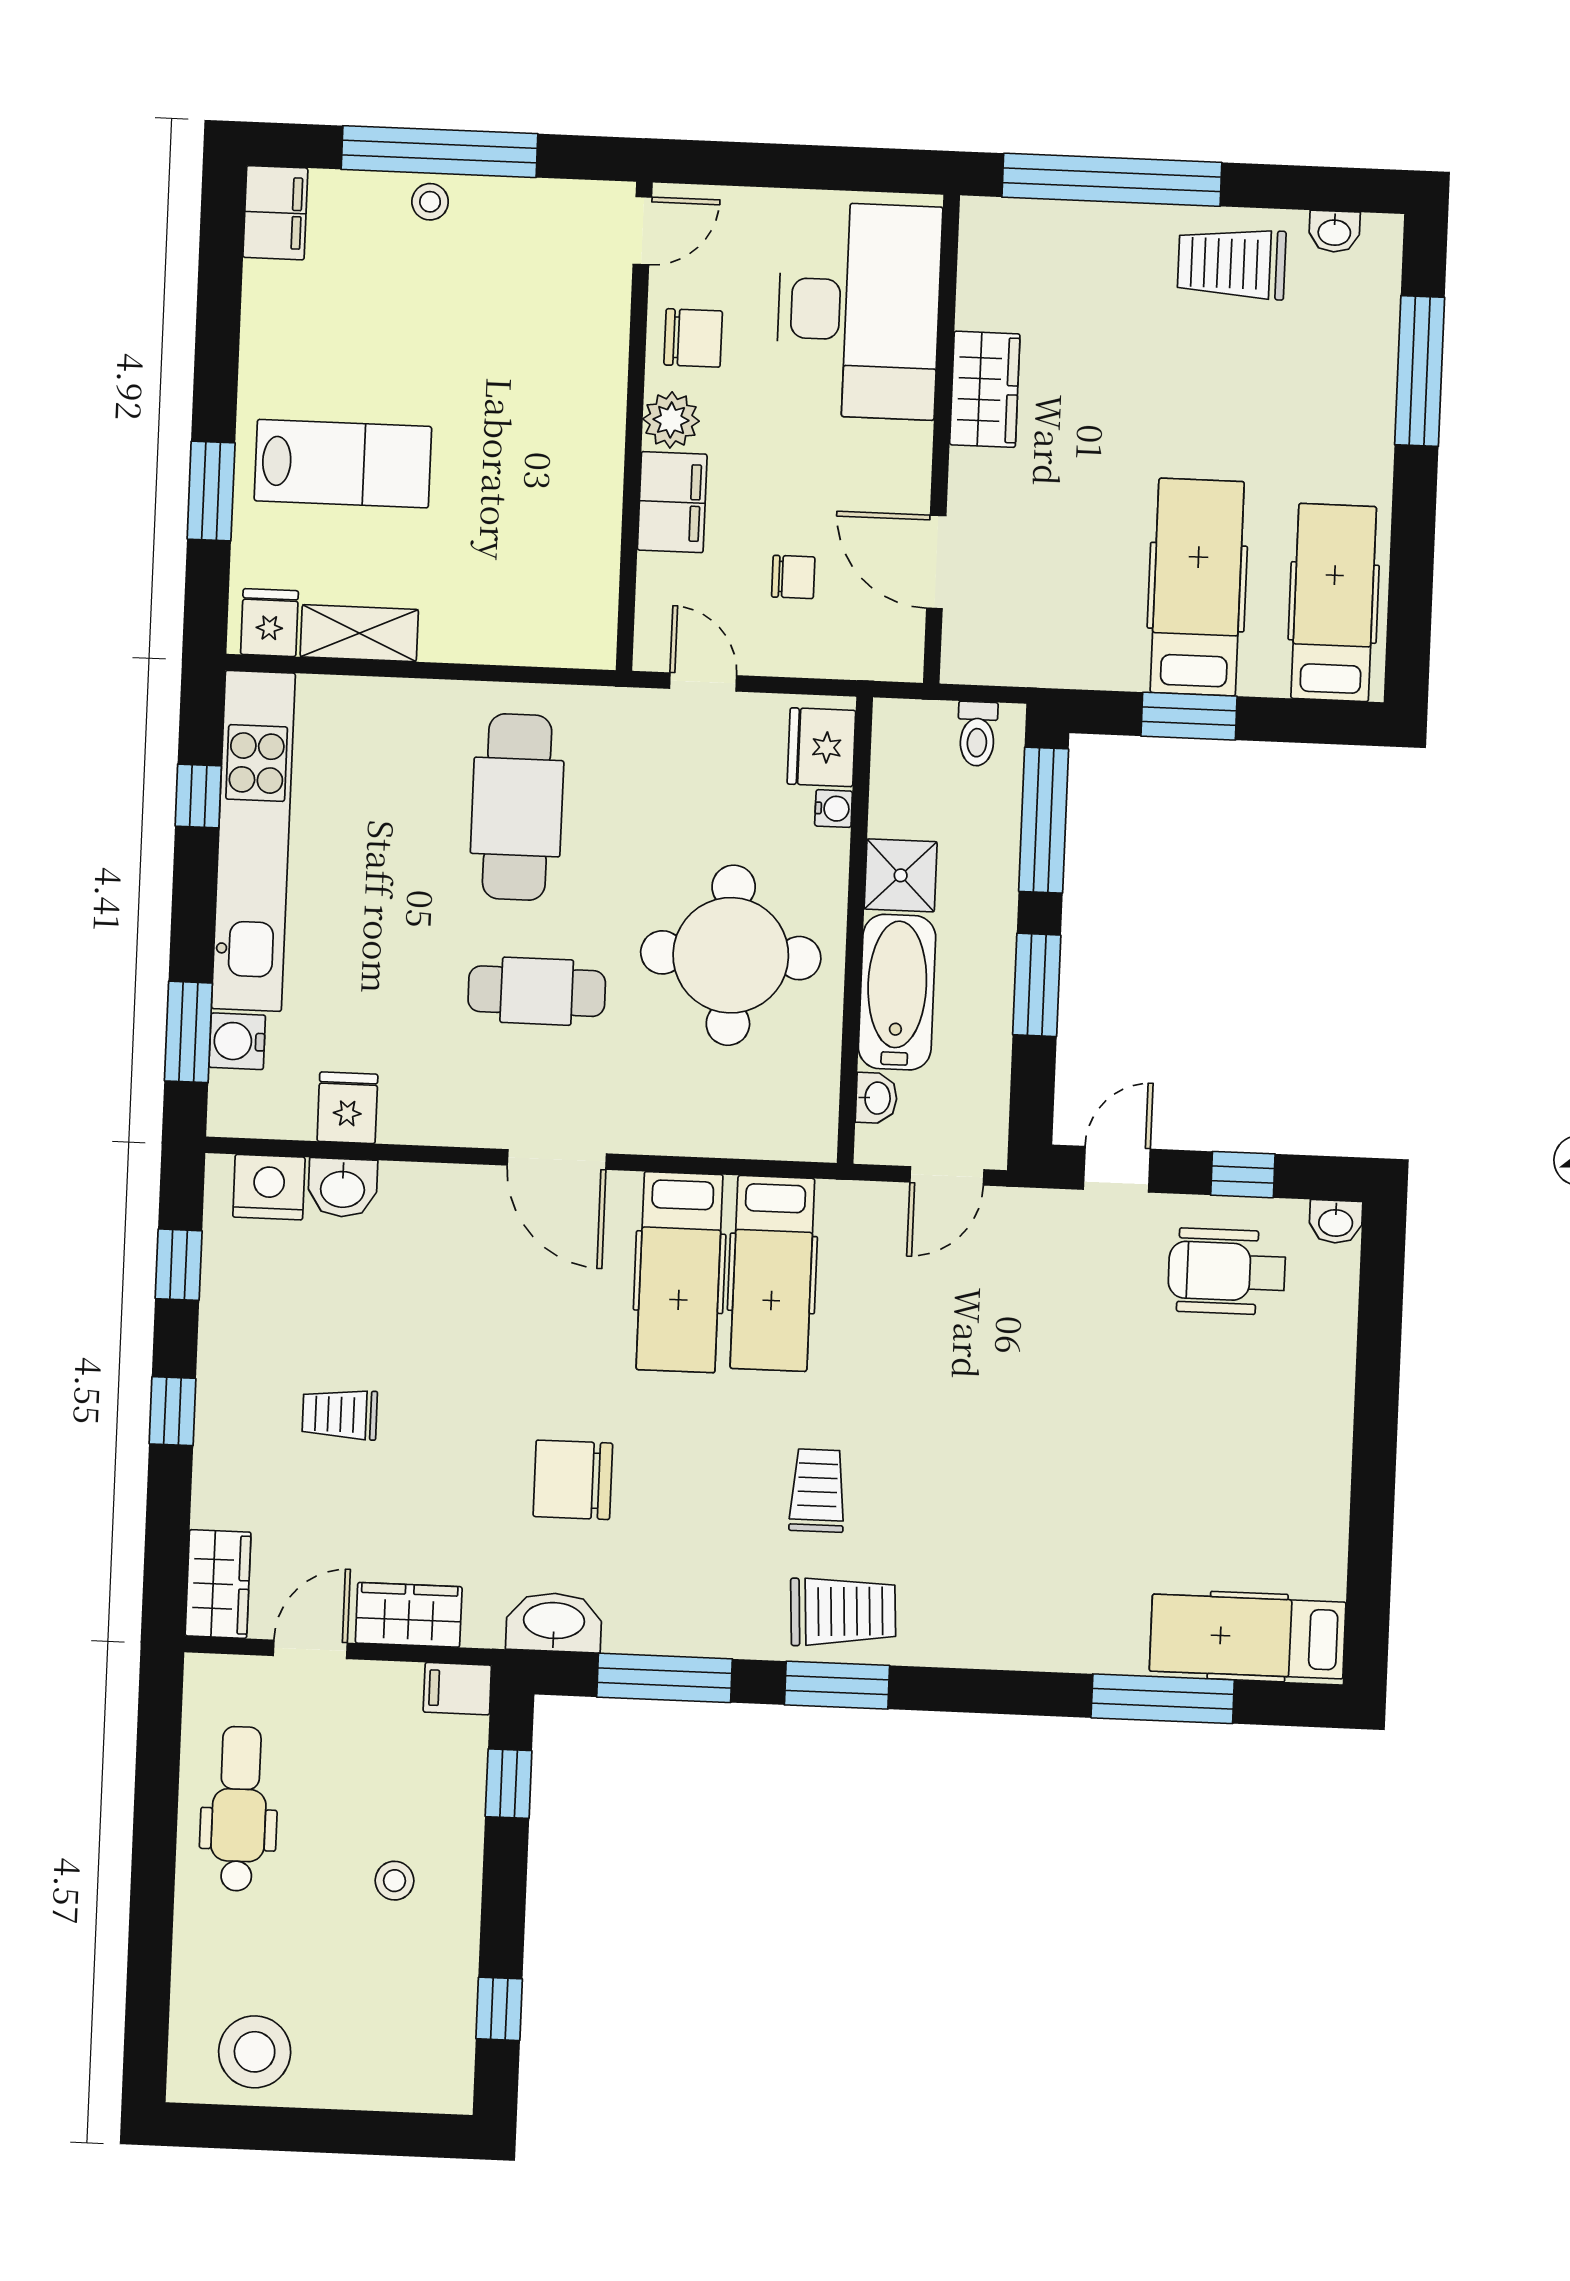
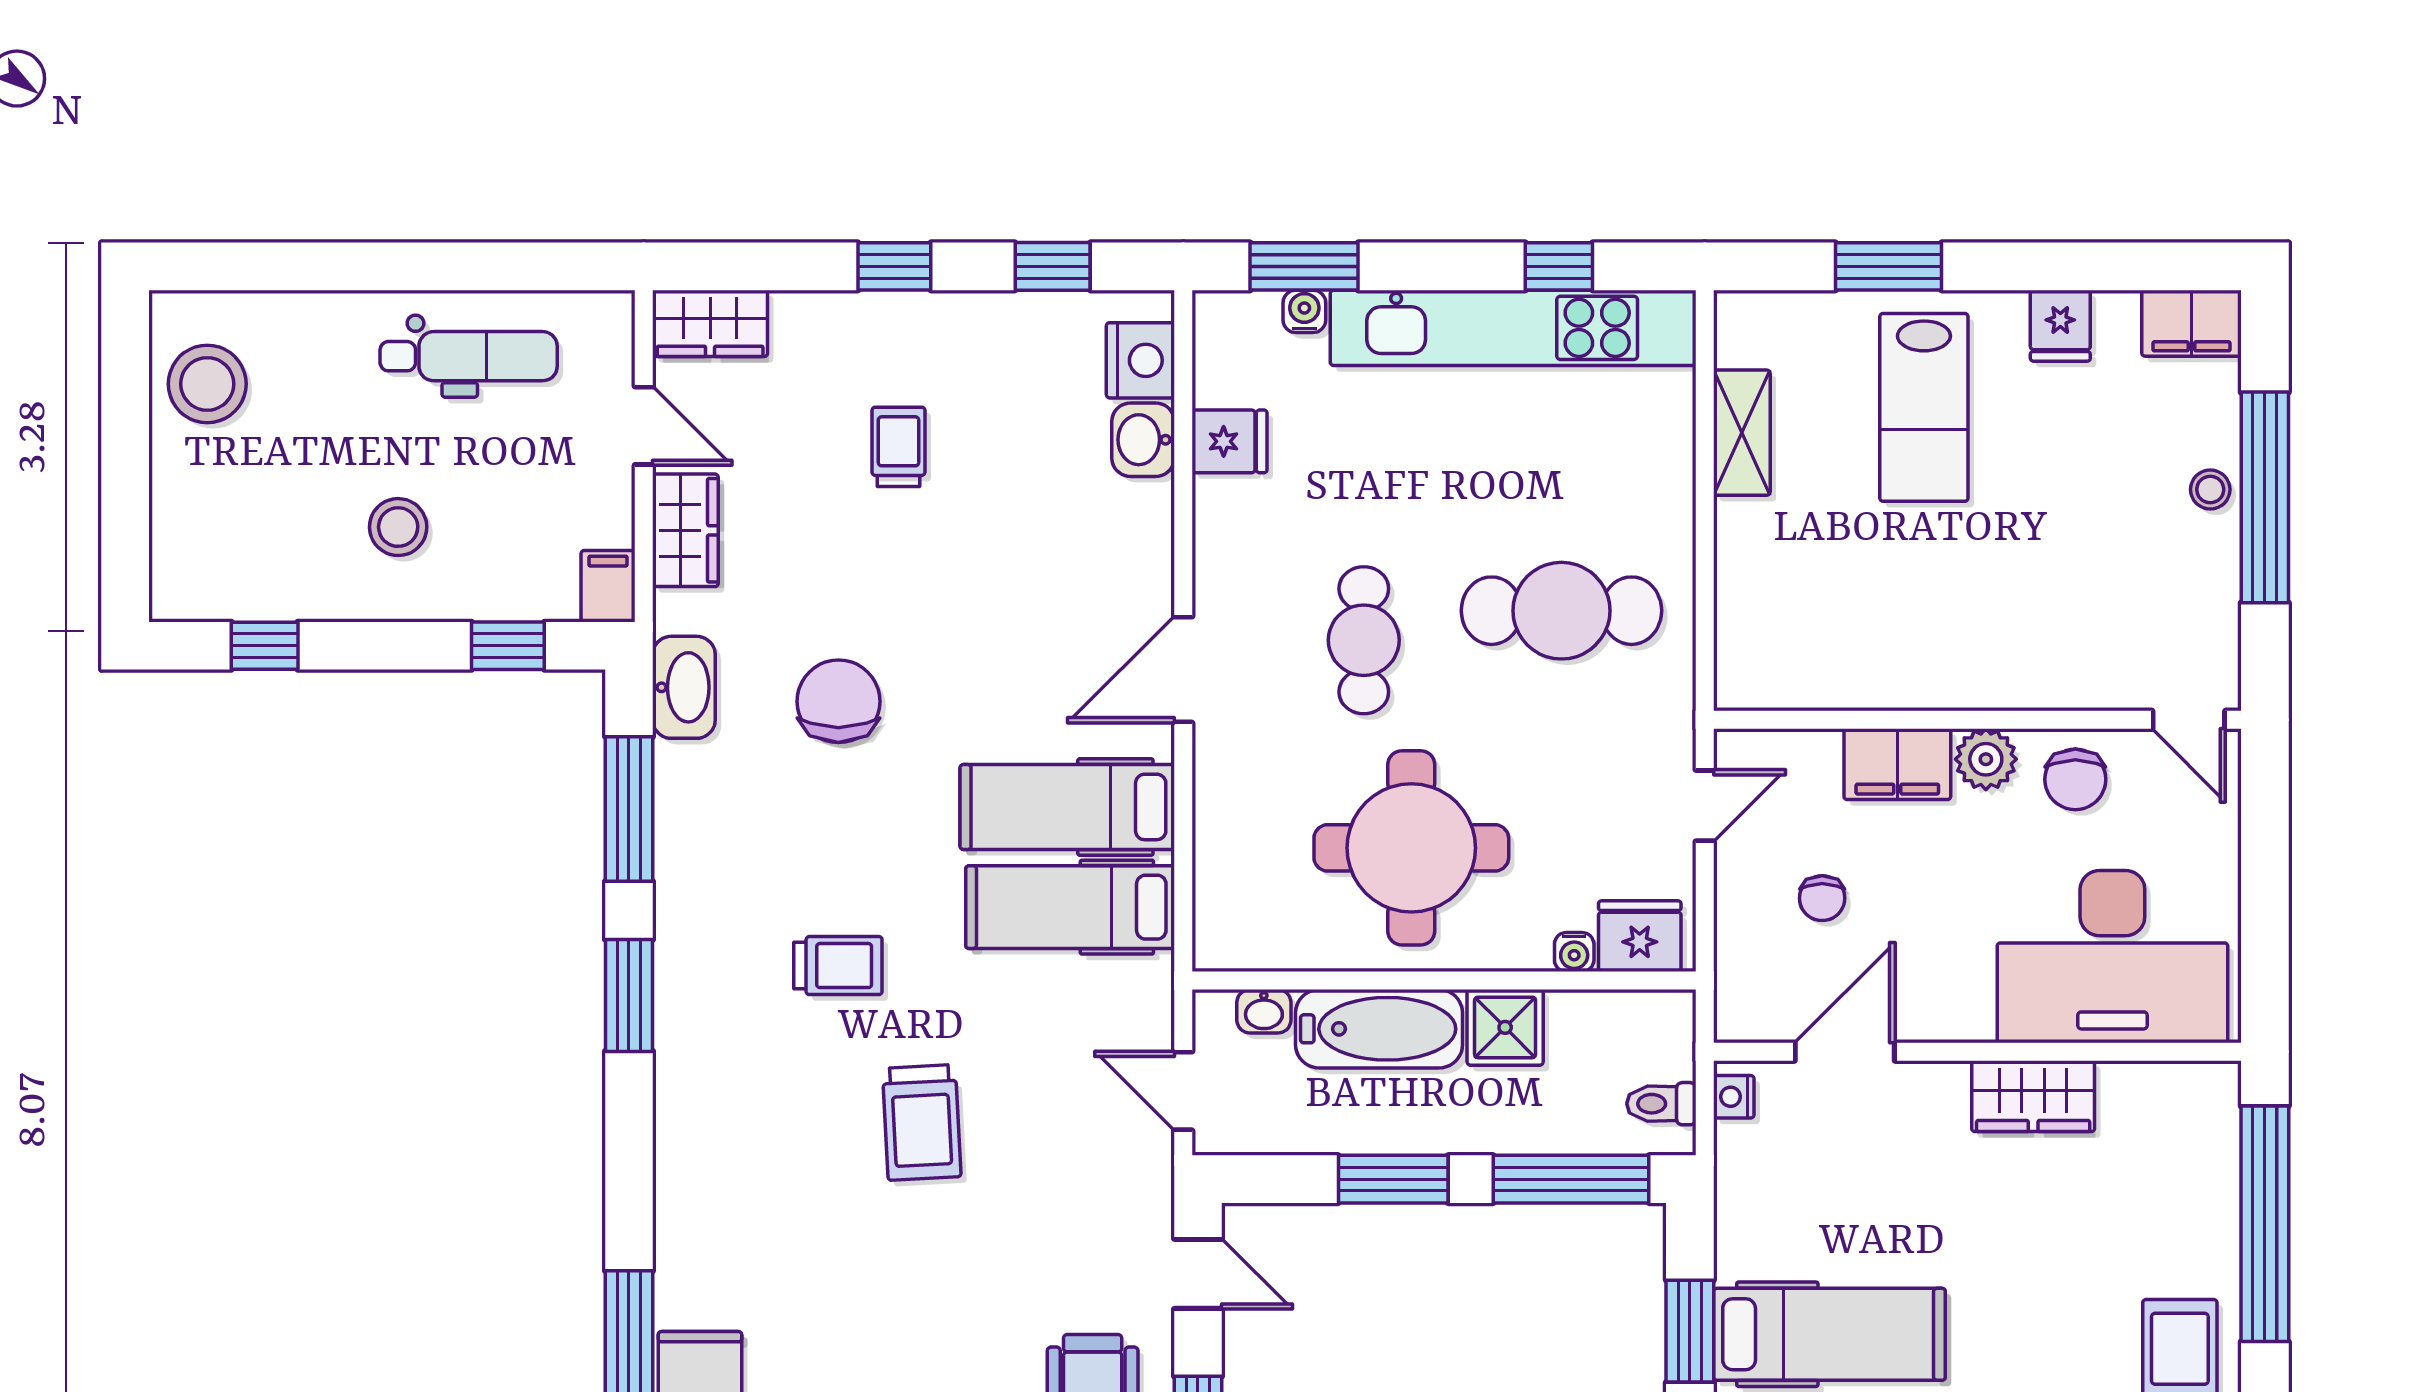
fridge: (270, 623) -> (2060, 326), moved, turned 90
nightstand: (974, 666) -> (1734, 1097), added
water cooler: (237, 1041) -> (1304, 311), width x0.72, depth x0.72
trolley: (843, 1611) -> (922, 1122), moved
stool: (394, 1881) -> (398, 527), width x1.37, depth x1.37

